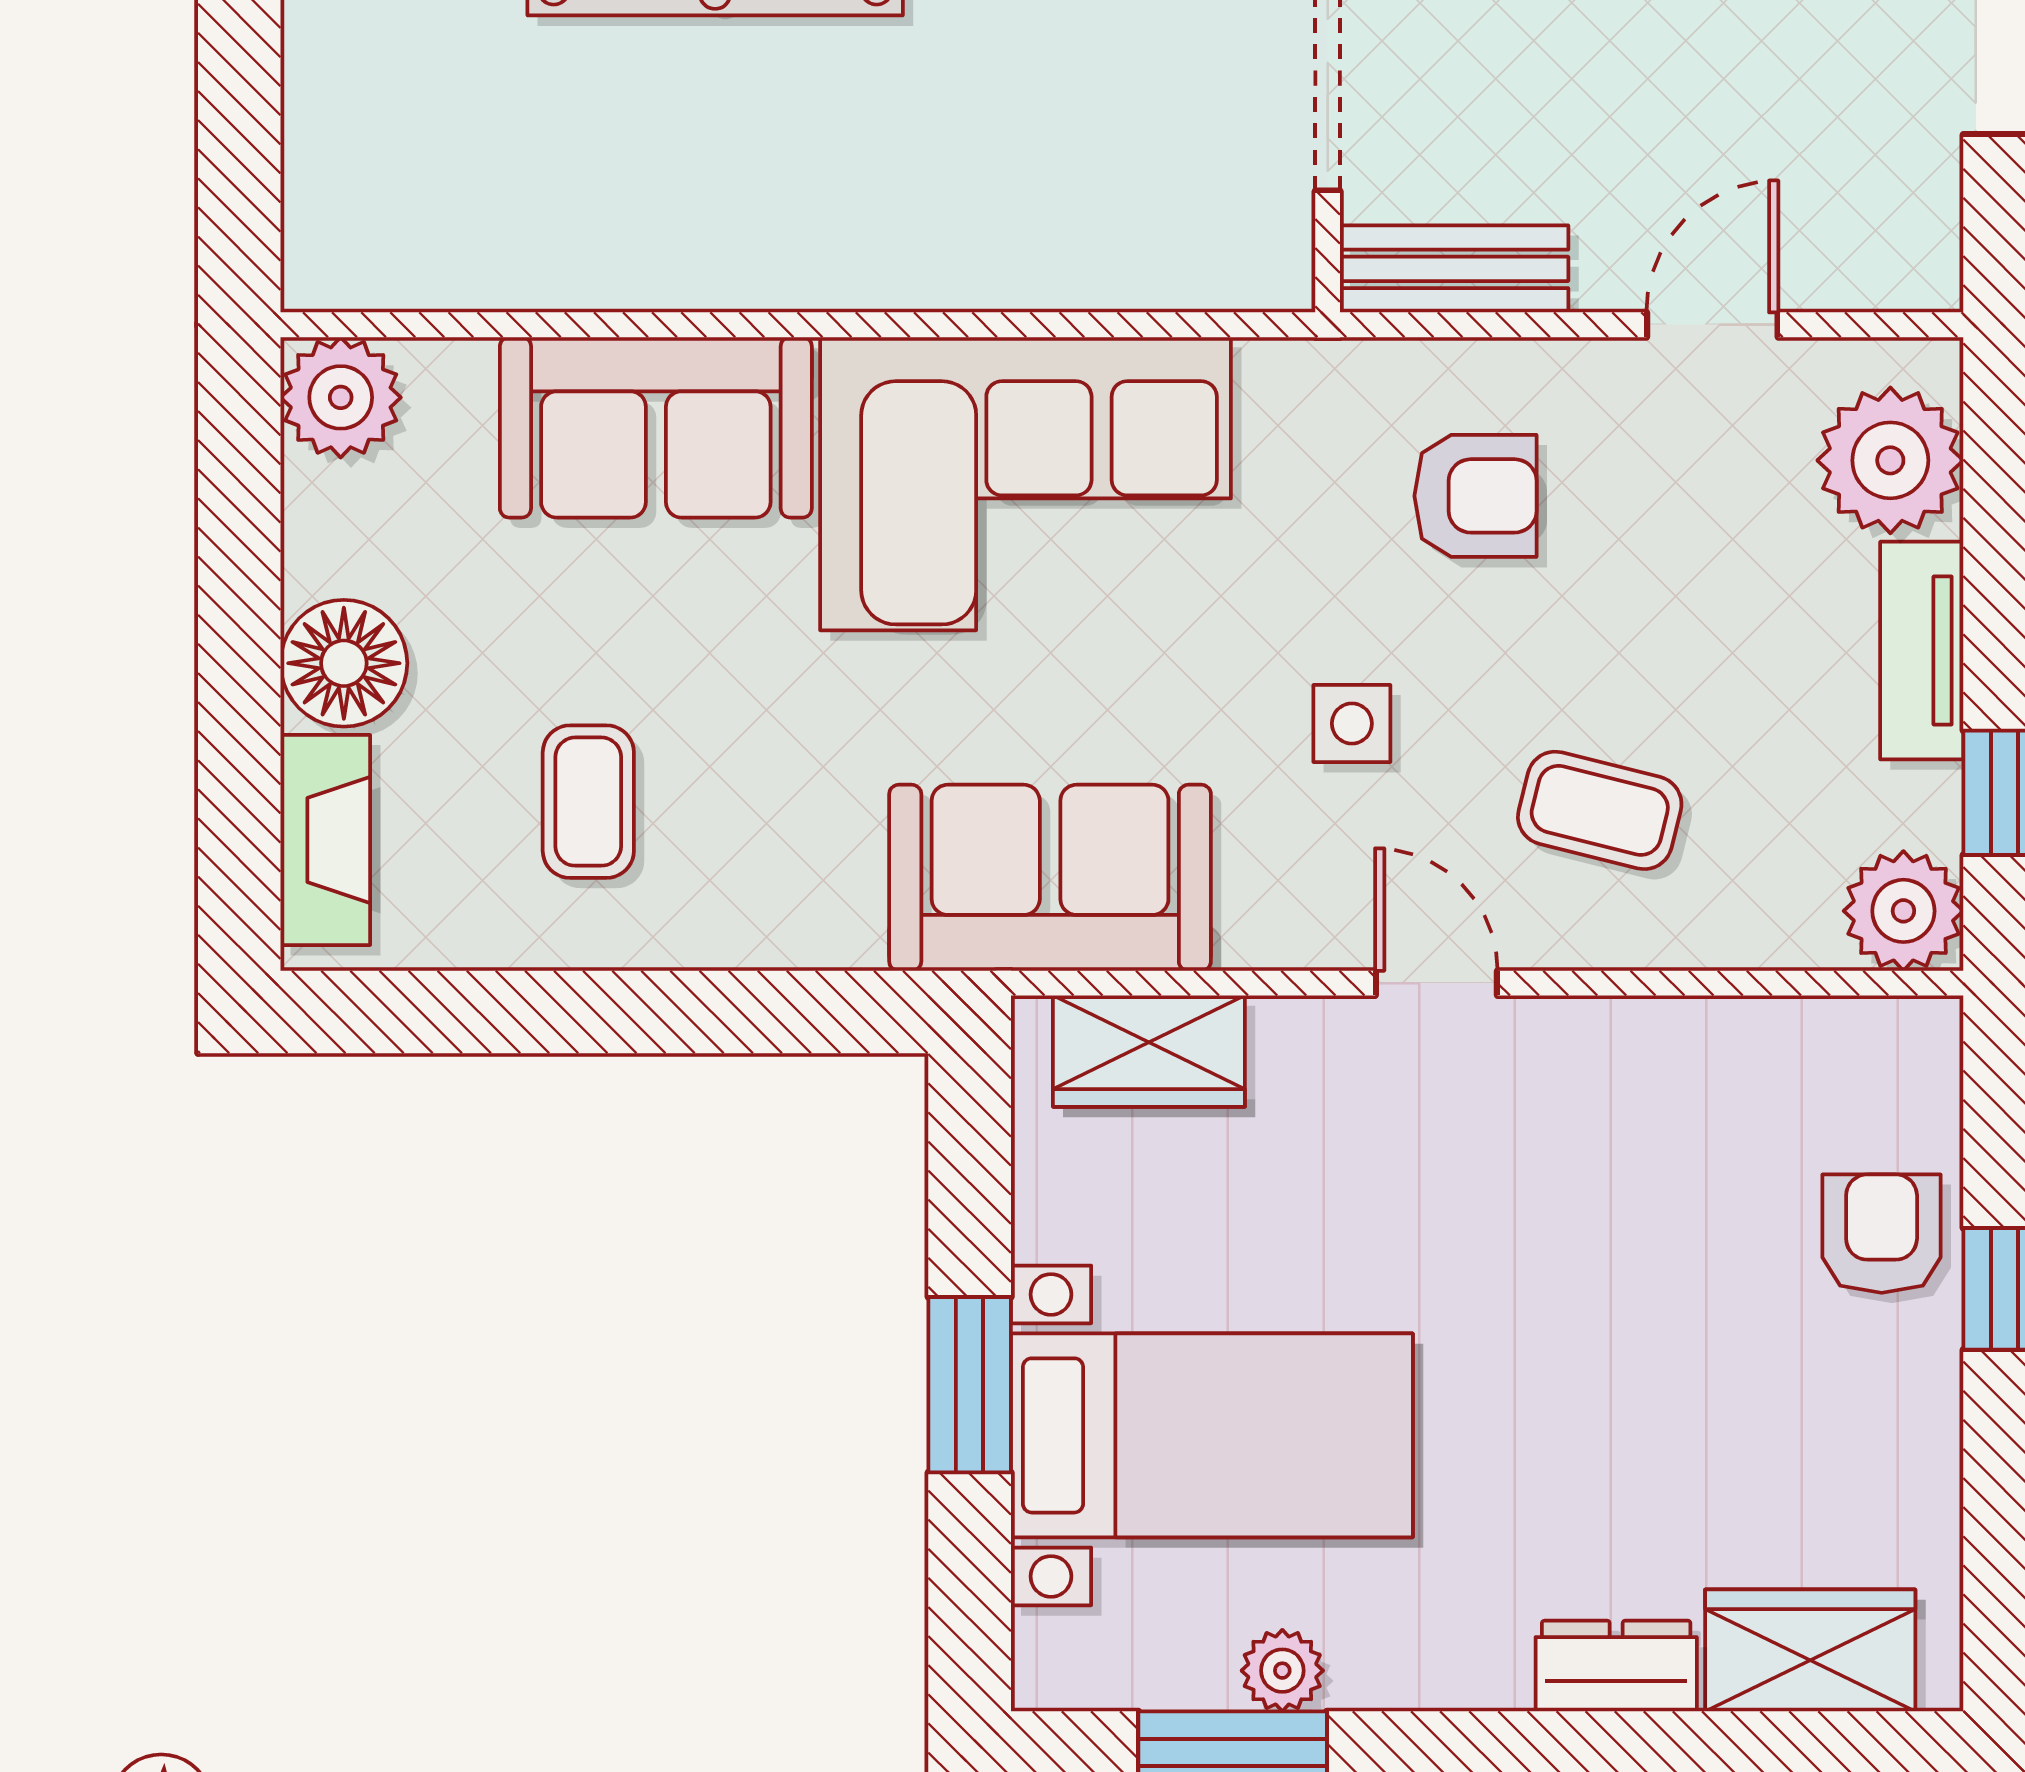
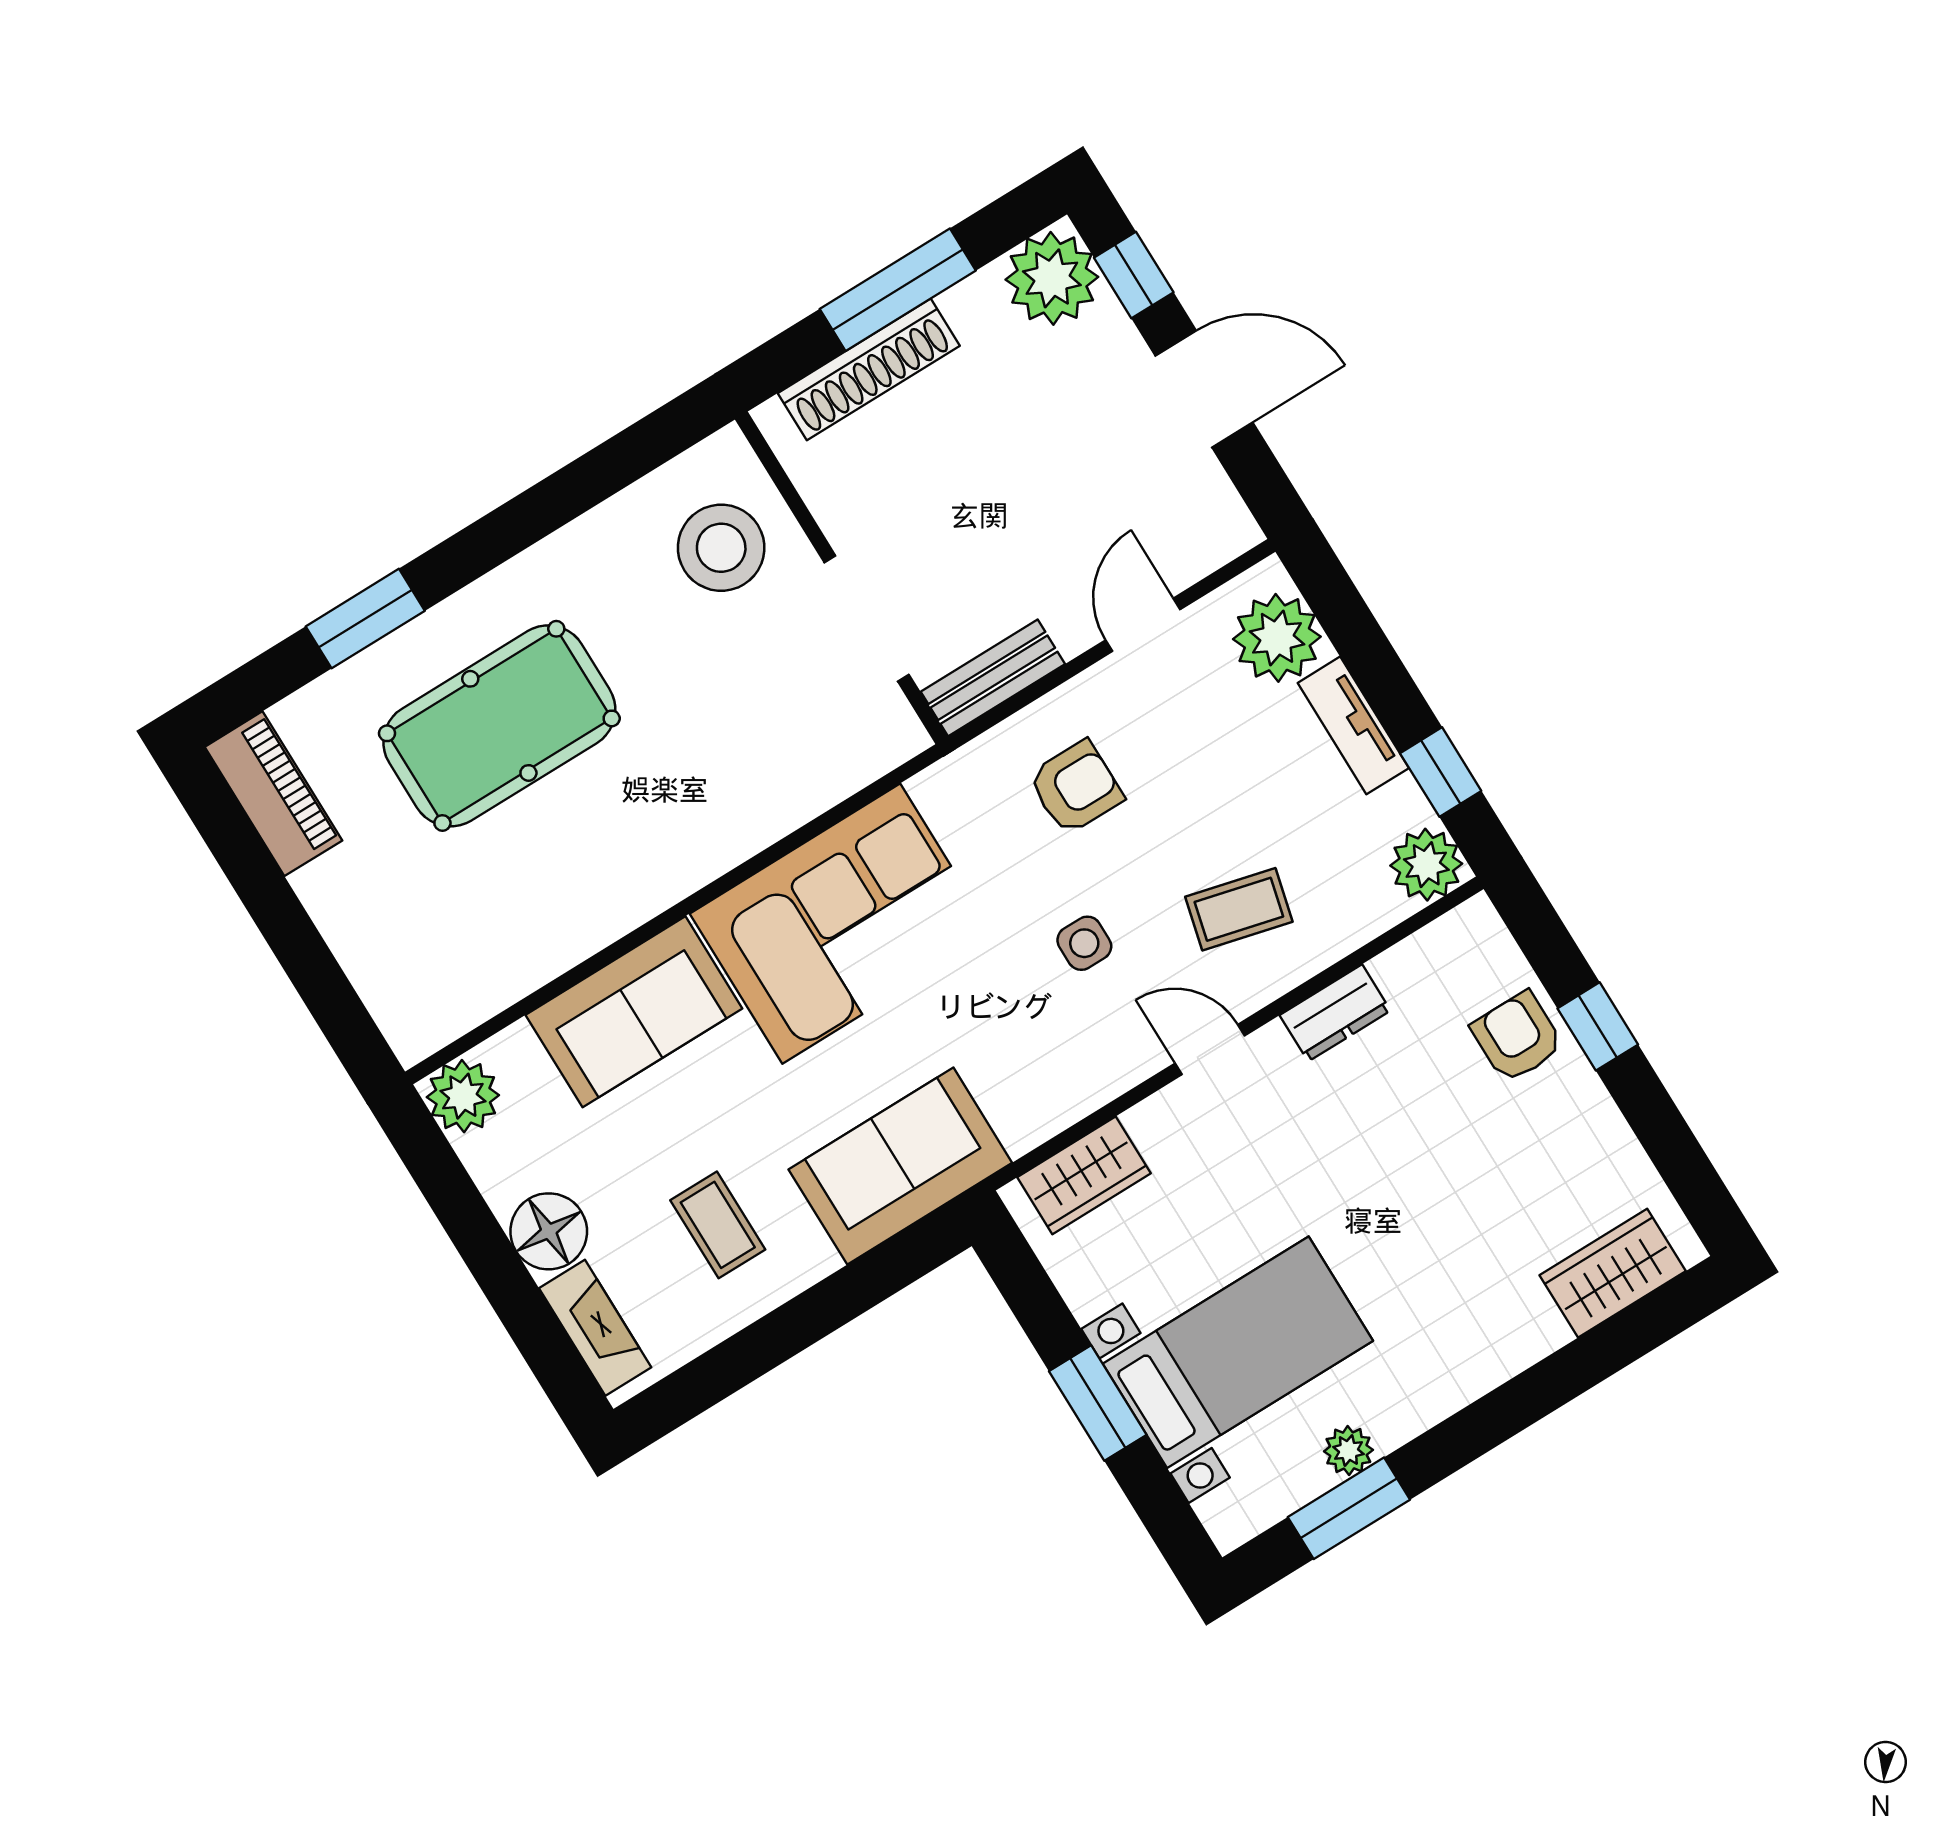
sofa: (1050, 878) -> (900, 1166), moved
dresser: (1616, 1666) -> (1335, 1013), moved, turned 180

